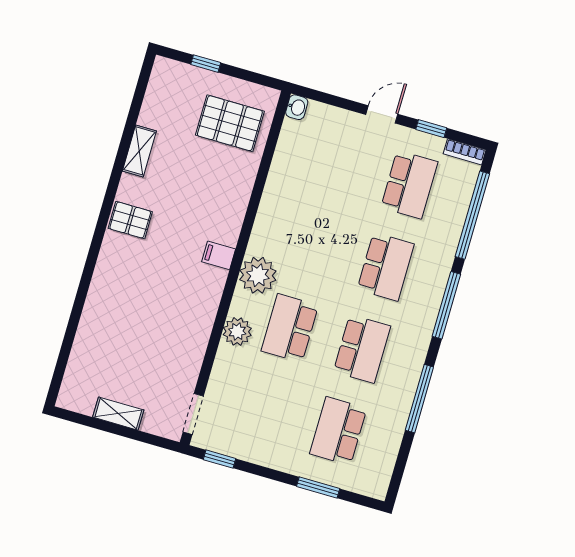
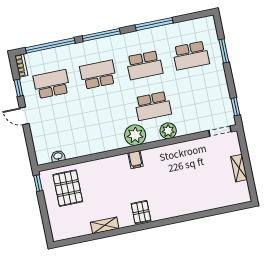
window: (206, 64) -> (38, 183), moved
washbasin: (297, 107) -> (58, 156), moved
school desk: (362, 349) -> (144, 65), turned 180

